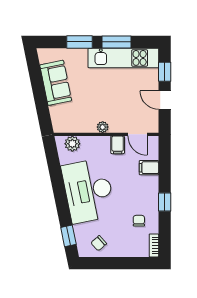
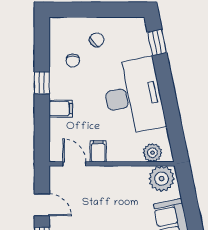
plant: (103, 127) -> (162, 179), moved, width x1.87, depth x1.87
filing cabinet: (149, 168) -> (61, 109), moved
chair: (99, 243) -> (97, 40), moved
bookcase: (154, 245) -> (55, 31), removed

